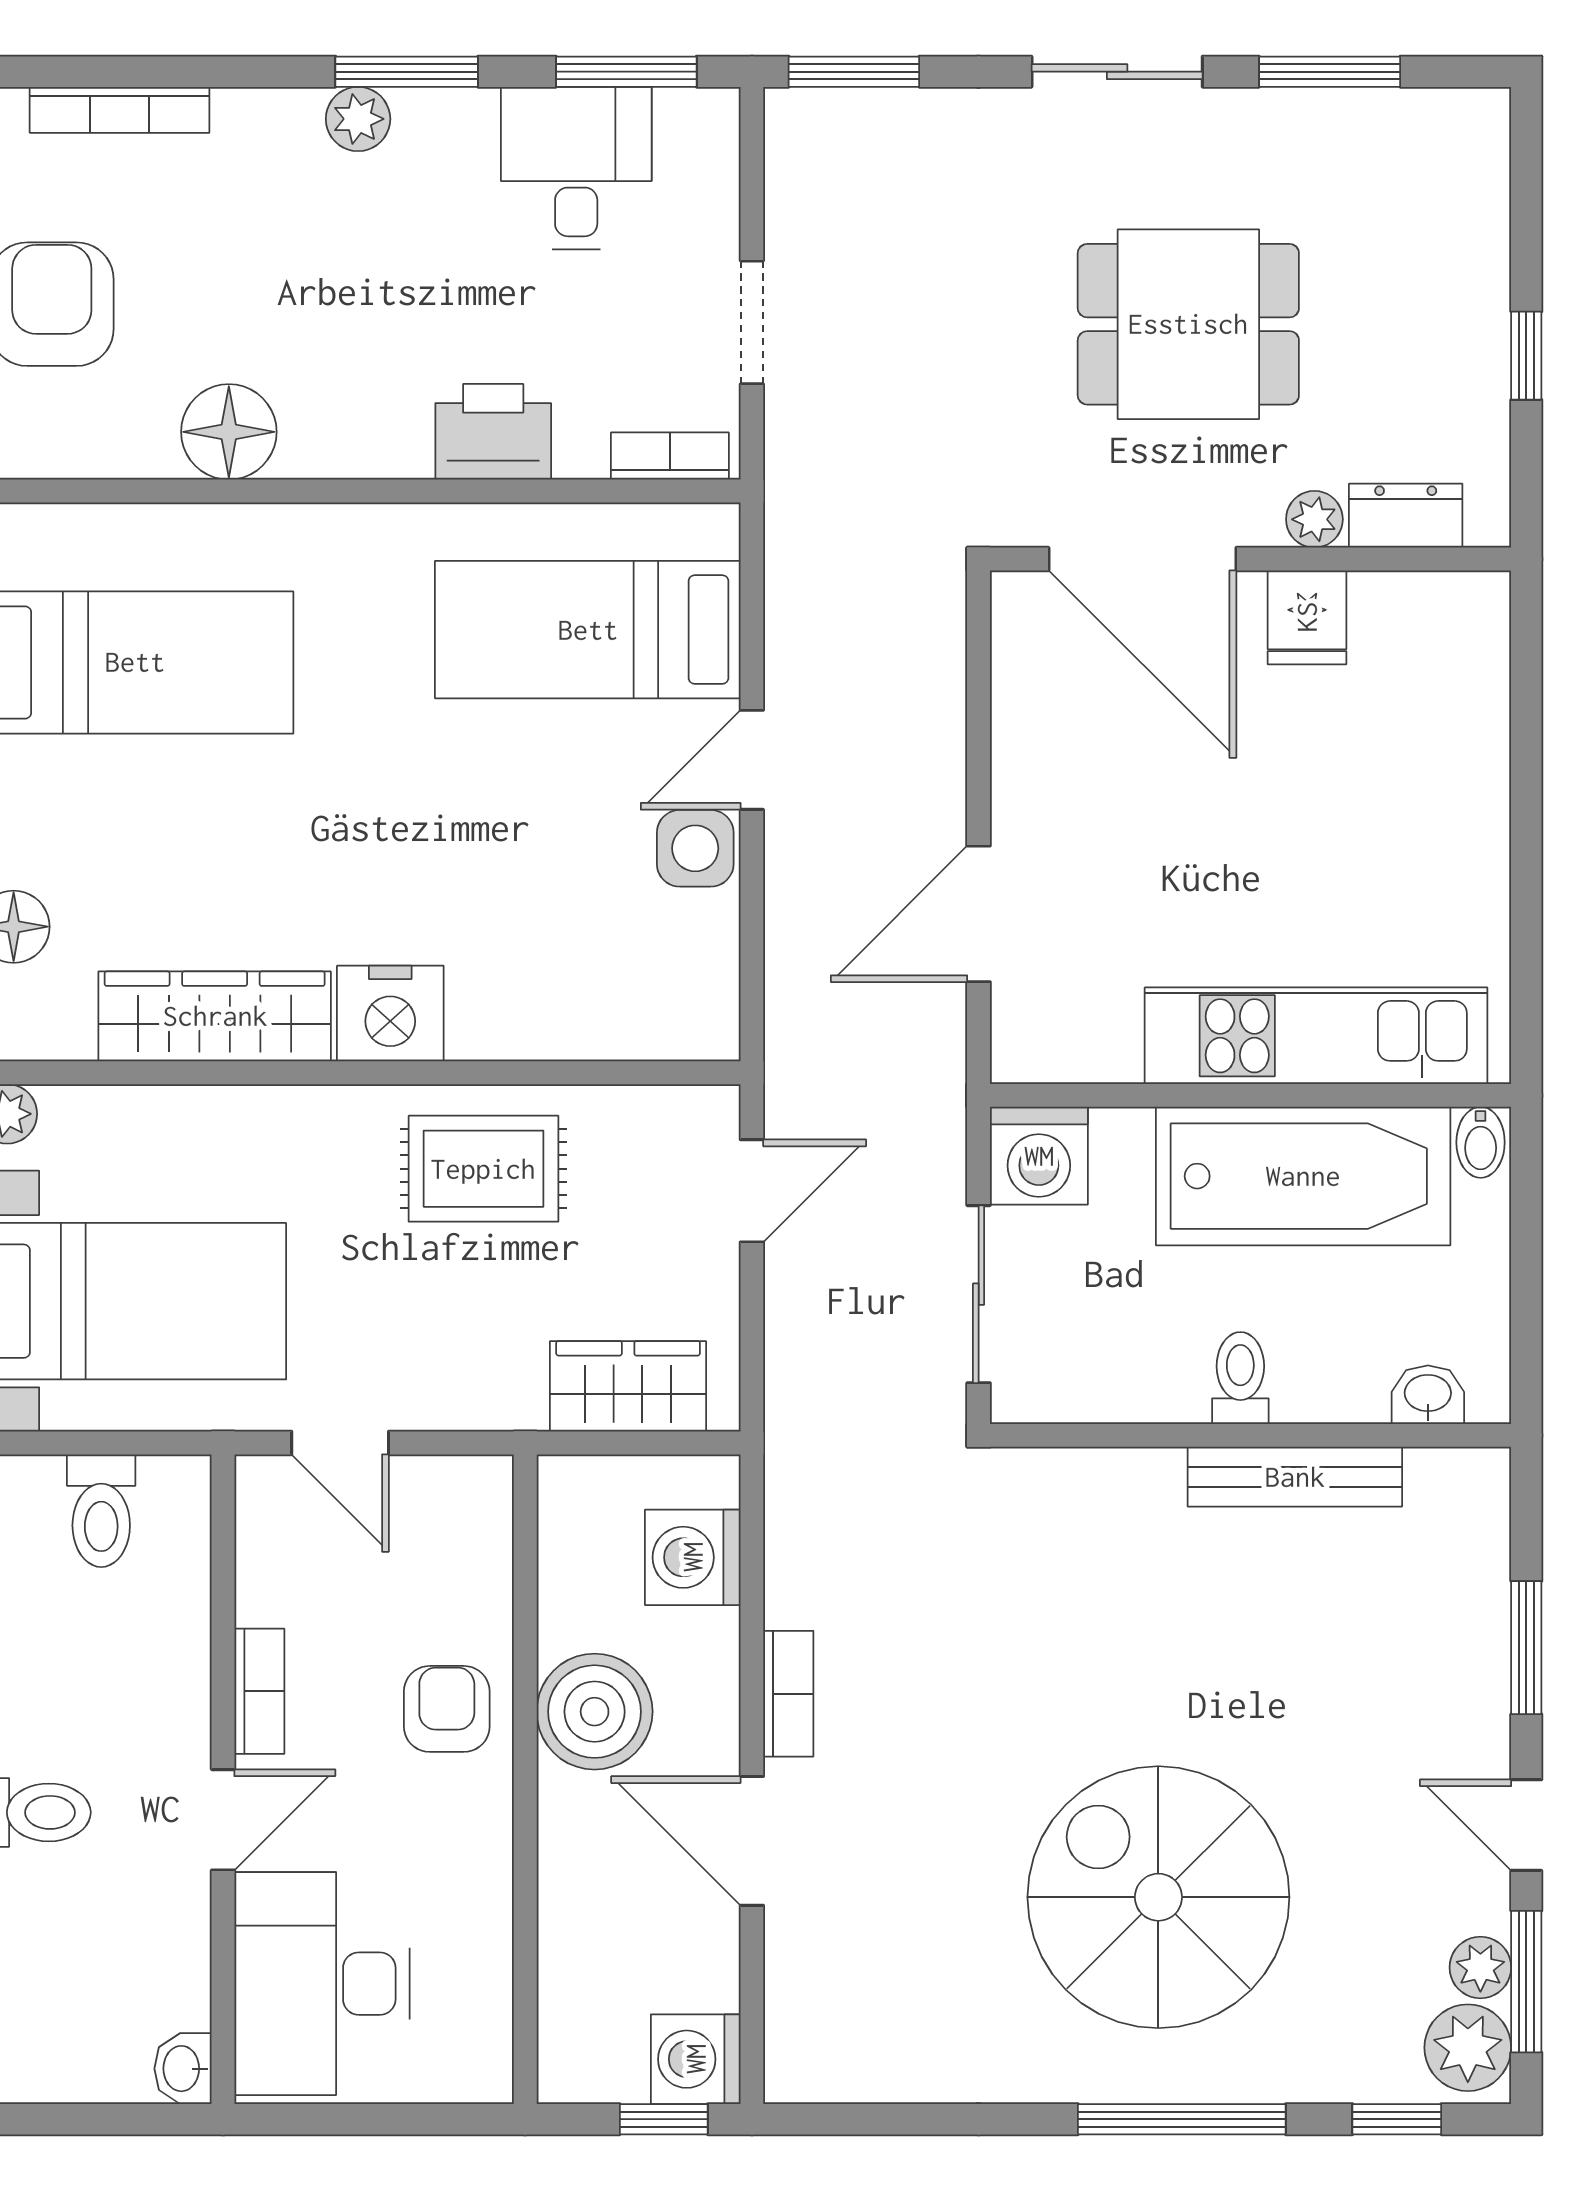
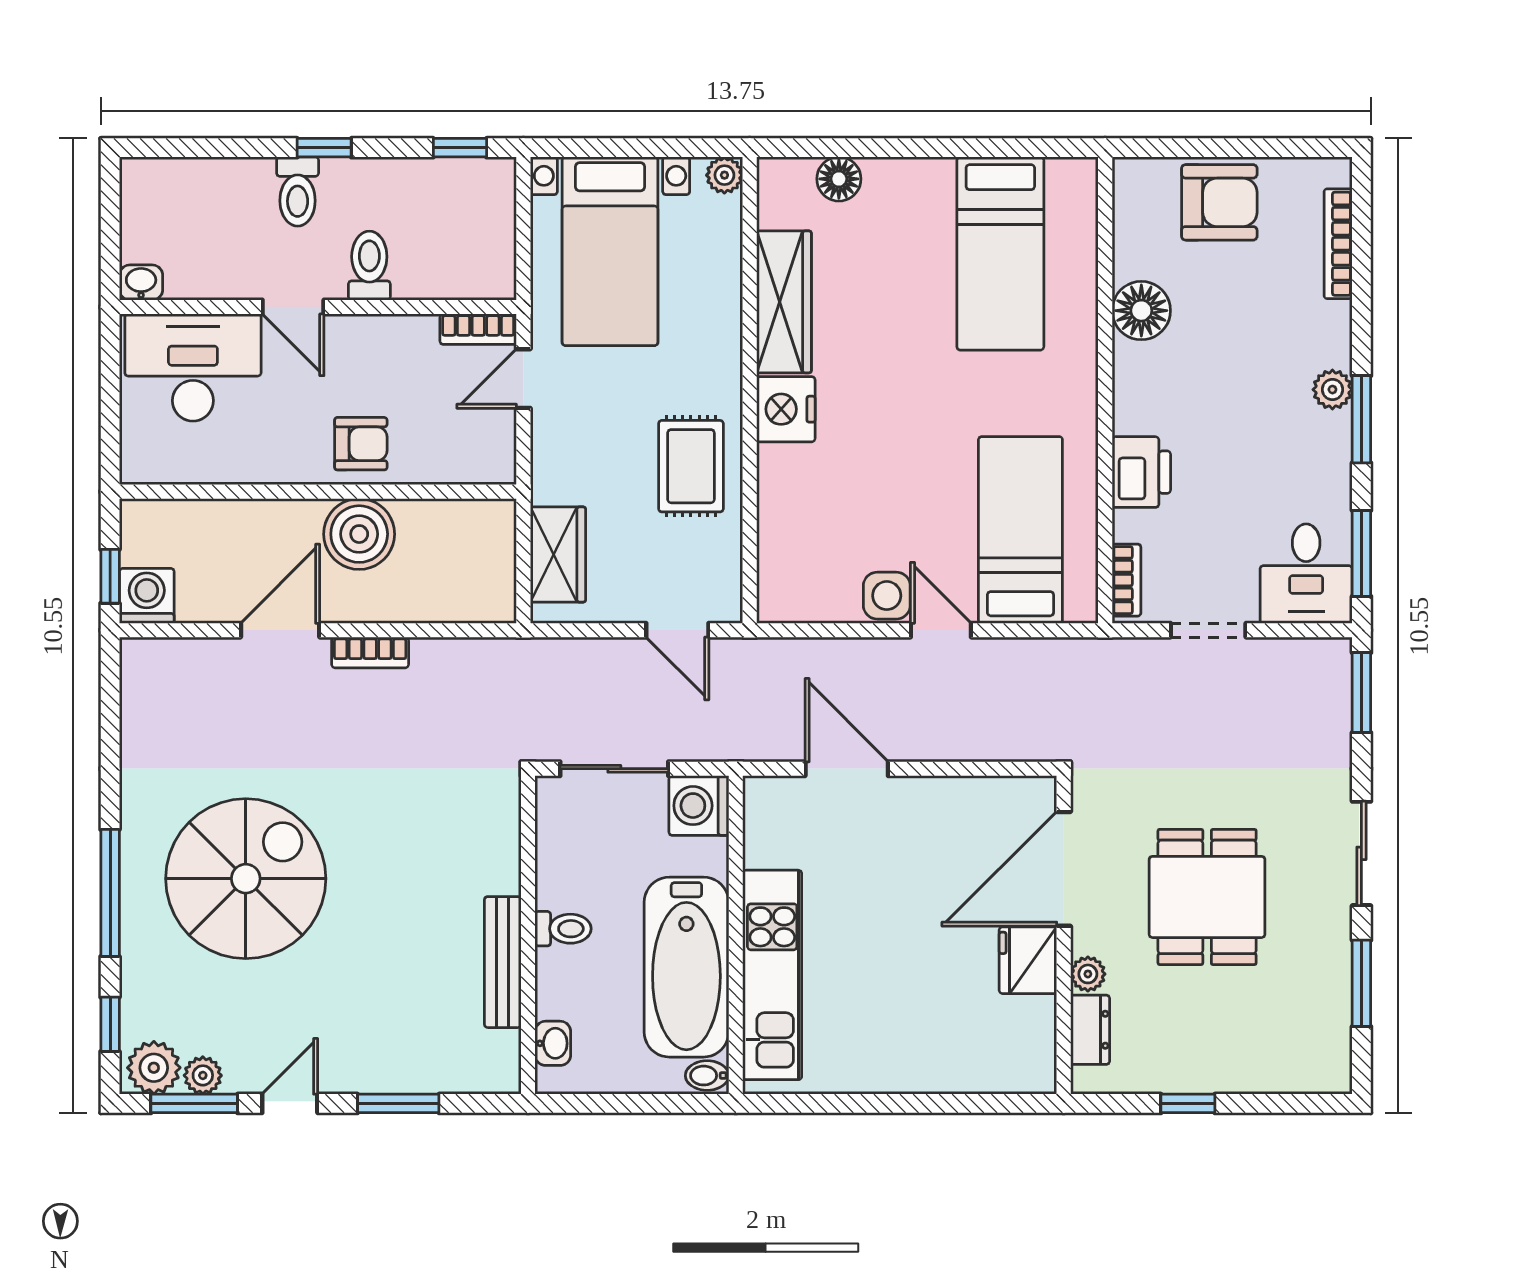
desk: (576, 168) -> (1306, 574), moved, turned 90
fridge: (1307, 617) -> (1028, 960), width x1.38
toilet: (101, 1511) -> (369, 266), moved, turned 90
washing machine: (693, 1557) -> (453, 594), removed
bookcase: (259, 1691) -> (478, 329), moved

